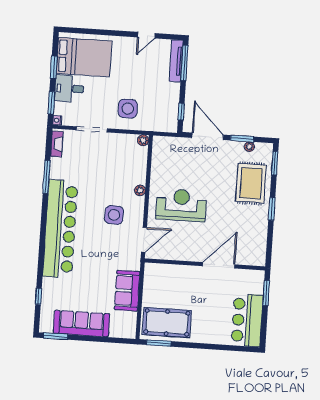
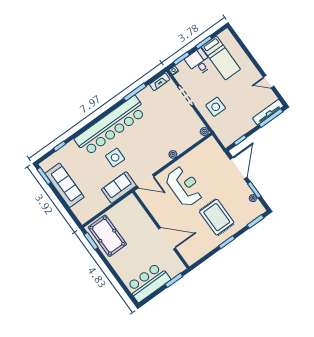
bed: (84, 57) -> (221, 58), width x0.67
rug: (251, 183) -> (217, 217), moved, turned 90
side table: (114, 215) -> (115, 158), moved
sofa: (127, 291) -> (119, 188), moved

